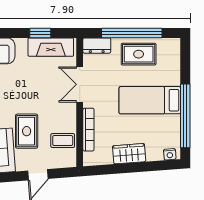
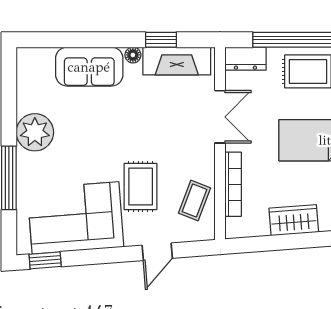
floor lamp: (21, 43) -> (133, 55), added
double door: (80, 84) -> (220, 117), swing flipped
coffee table: (63, 141) -> (194, 201), turned -69

